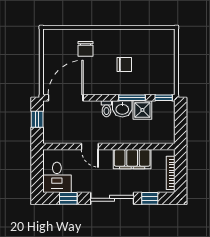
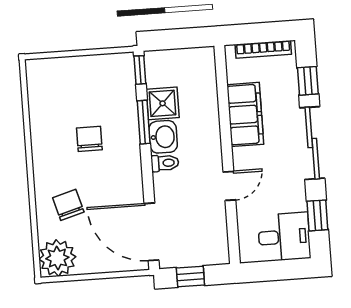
plant: (54, 40) -> (57, 258), added
chair: (85, 49) -> (68, 205), turned -106

